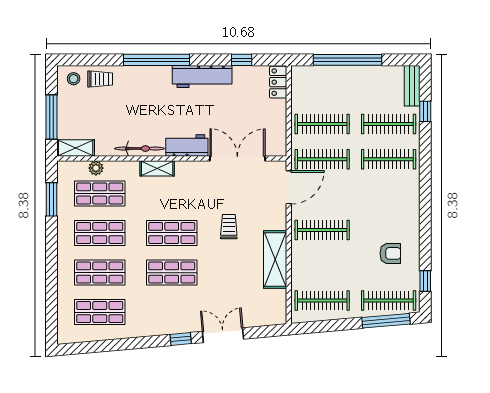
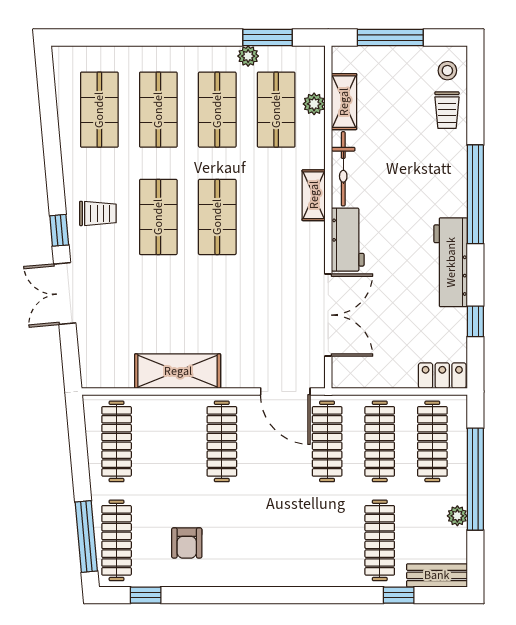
plant: (372, 72) -> (457, 516), added
shelving: (76, 148) -> (344, 102), moved
clothes rail: (389, 159) -> (432, 441), moved
plant: (64, 212) -> (248, 56), added
trolley: (229, 227) -> (98, 213), moved
double door: (223, 335) -> (65, 293), swing flipped

